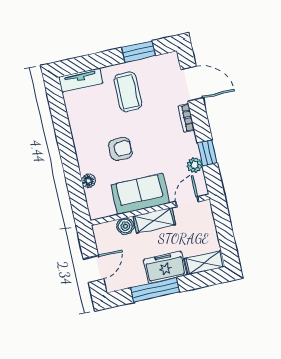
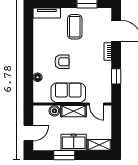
plant: (194, 165) -> (106, 82), removed
door: (187, 202) -> (97, 104), swing flipped
window: (155, 290) -> (64, 155), width x0.69

